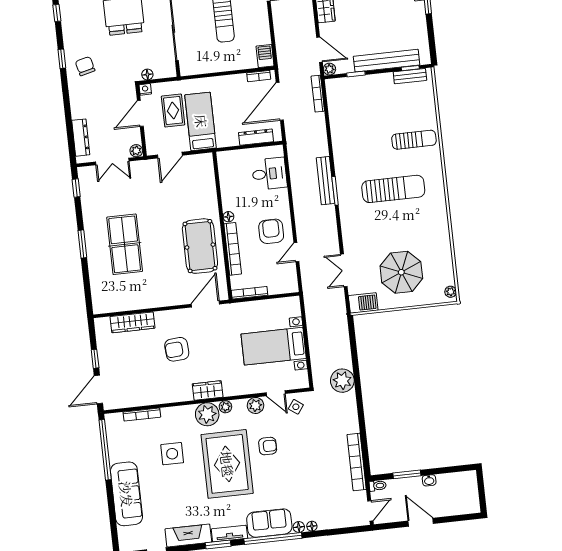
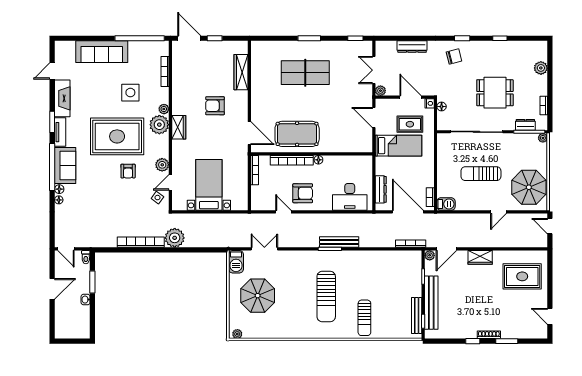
bench: (410, 76) -> (417, 315), width x1.36
dresser: (81, 138) -> (412, 47), moved
desk: (269, 174) -> (350, 197), width x1.37
armchair: (177, 349) -> (215, 106), turned -86
plant: (225, 407) -> (164, 109), moved
bookcase: (357, 462) -> (141, 242), moved

